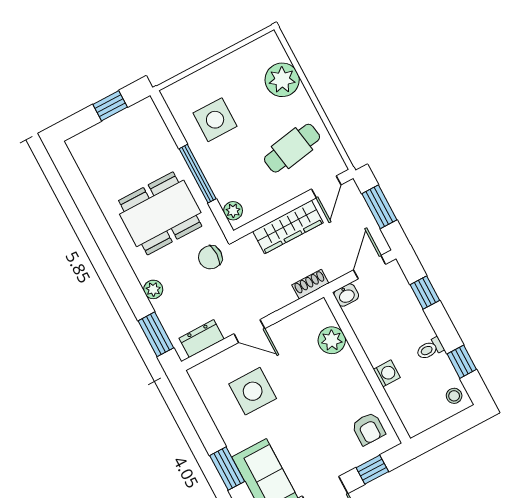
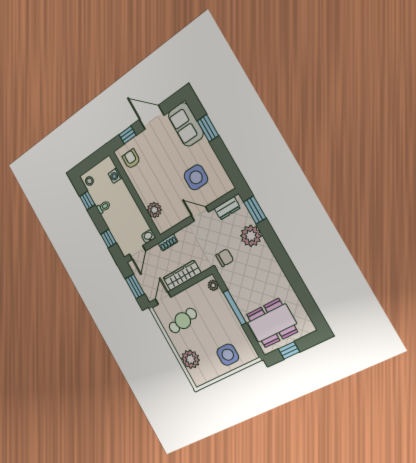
side table: (215, 120) -> (228, 355), moved
dining table: (160, 213) -> (272, 323), moved
plant: (153, 289) -> (251, 236), width x1.87, depth x1.87
washing machine: (387, 373) -> (115, 176), moved

